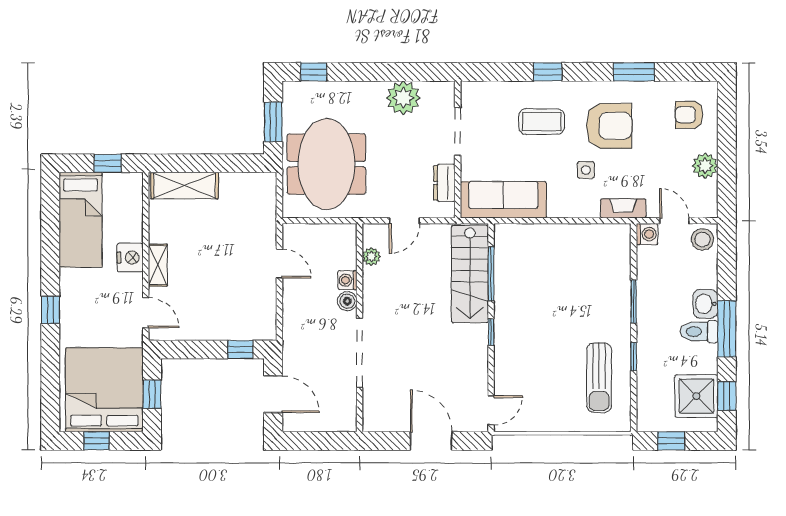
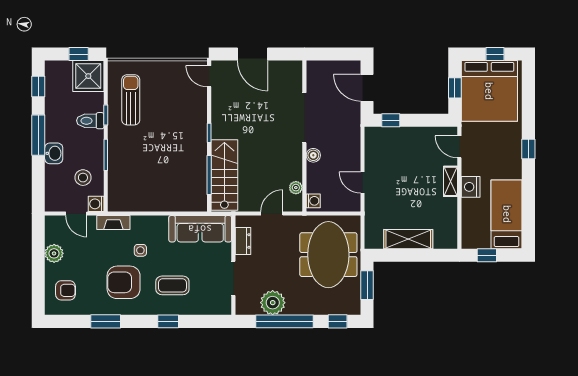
window: (387, 72) -> (285, 321), added
shelving: (185, 186) -> (408, 239), moved
stool: (702, 239) -> (83, 178), moved
washing machine: (347, 280) -> (313, 201), moved
toilet: (699, 332) -> (90, 121), moved, turned 180
shower: (696, 396) -> (88, 76), moved
door: (491, 410) -> (209, 76), hinge flipped

